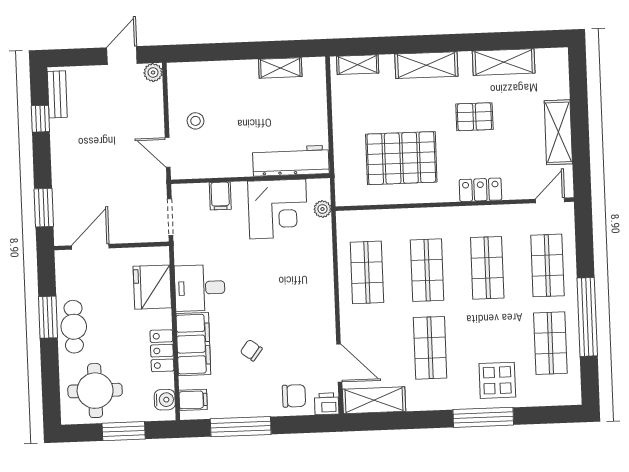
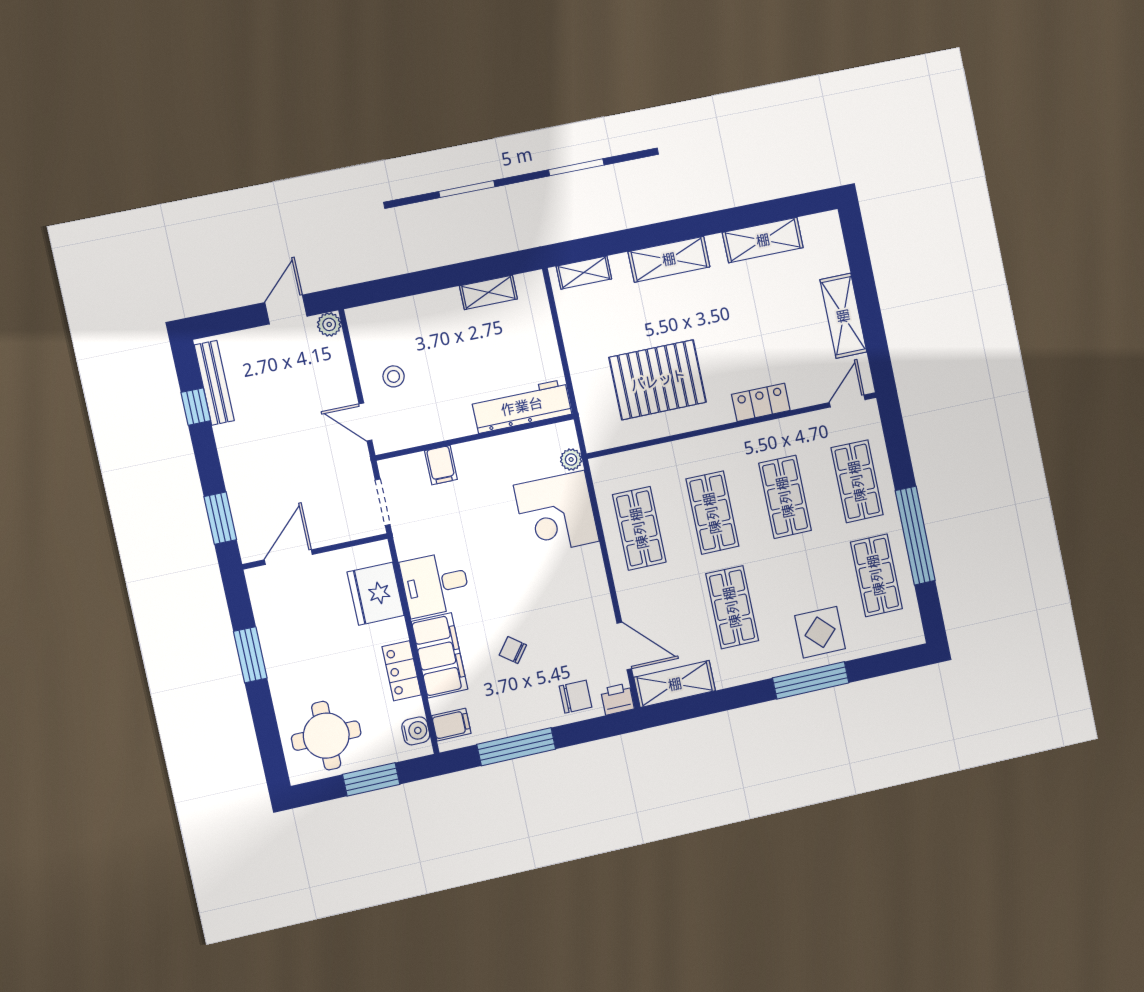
bench: (57, 94) -> (214, 383), width x1.36
pallet: (474, 117) -> (738, 314), removed
corner desk: (278, 209) -> (556, 513), moved, turned 90
cafe table: (74, 327) -> (285, 661), removed

